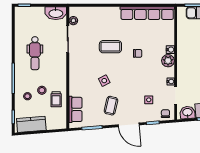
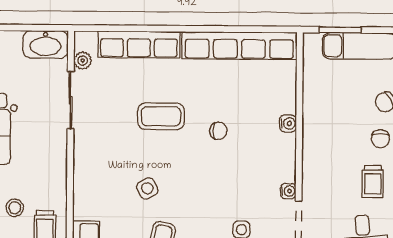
row of seats: (100, 13) -> (139, 45), added
plant: (168, 61) -> (283, 147), removed

